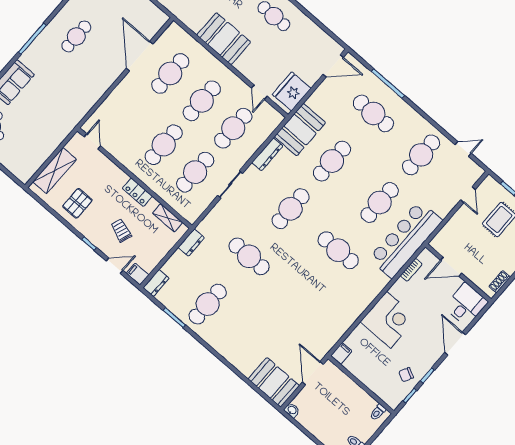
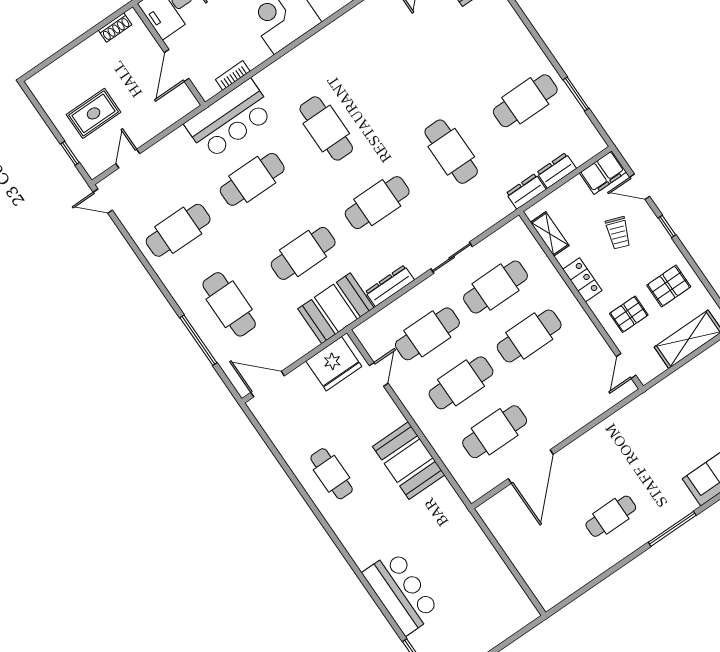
door: (463, 149) -> (103, 201), moved
pallet: (100, 177) -> (629, 314), added
bar counter: (406, 240) -> (230, 119), width x0.73
door: (451, 267) -> (177, 65), swing flipped
filing cabinet: (138, 274) -> (603, 173), width x2.00
dresser: (156, 283) -> (557, 170), moved

